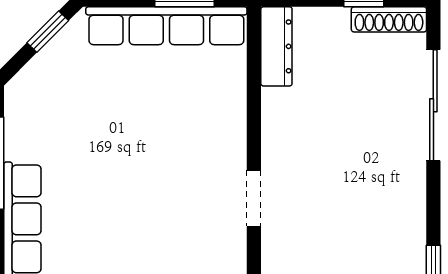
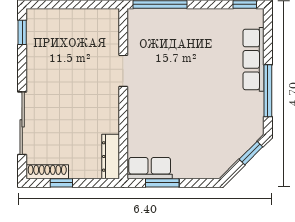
row of seats: (166, 26) -> (150, 168), width x0.50
window: (48, 32) -> (251, 153), moved

